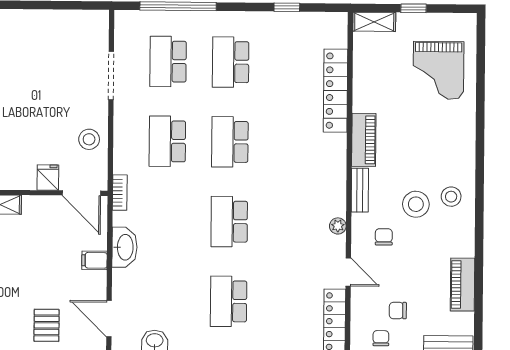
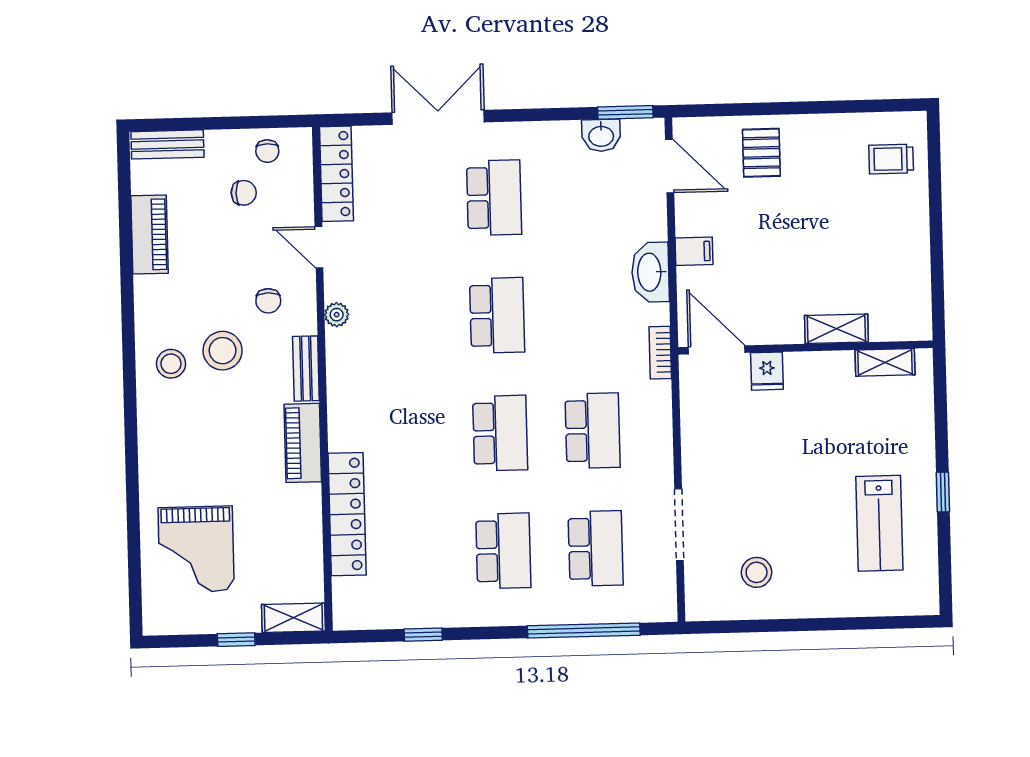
grand piano: (438, 70) -> (196, 549), turned 180
stool: (89, 139) -> (757, 572), moved

